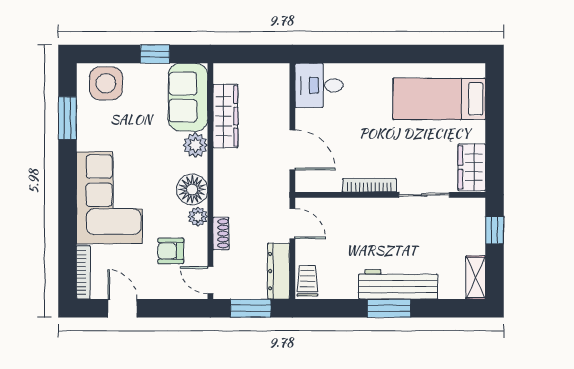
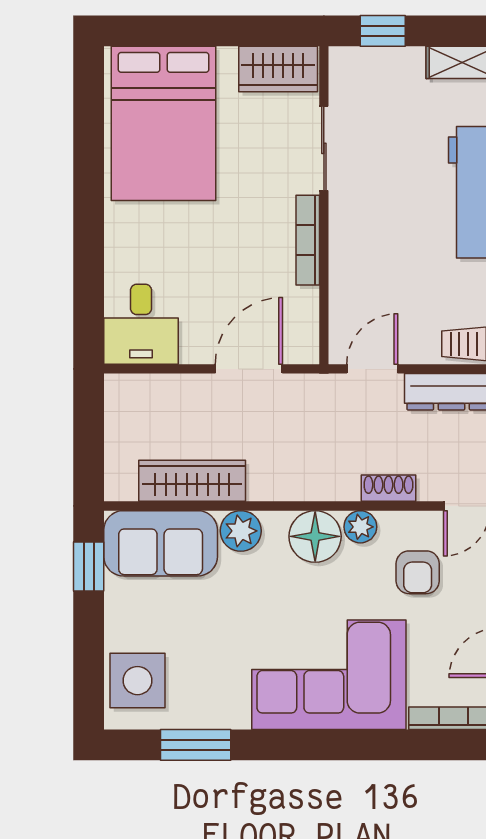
window: (155, 54) -> (89, 567), moved
bed: (439, 99) -> (164, 123), width x1.50

